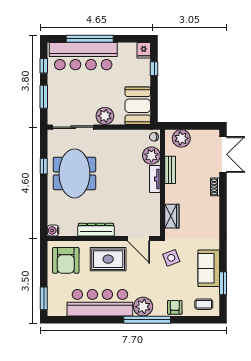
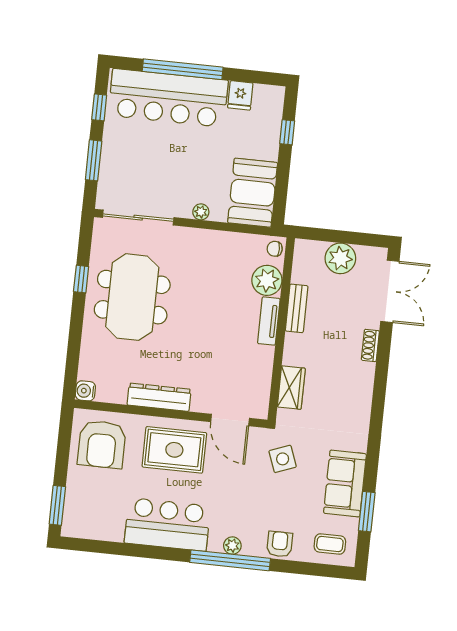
fridge: (144, 50) -> (240, 95), moved
plant: (105, 116) -> (201, 212), width x0.53, depth x0.53
plant: (181, 138) -> (340, 258), moved
bar counter: (100, 303) -> (167, 524), width x0.73
plant: (143, 307) -> (232, 546), width x0.53, depth x0.53

